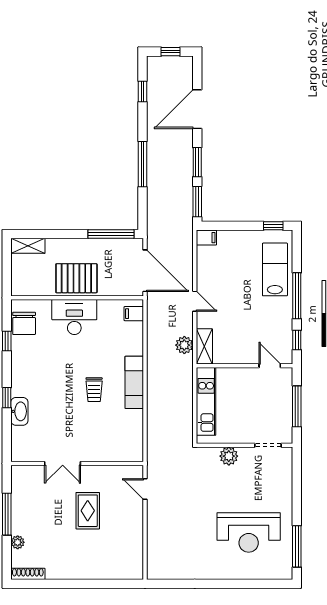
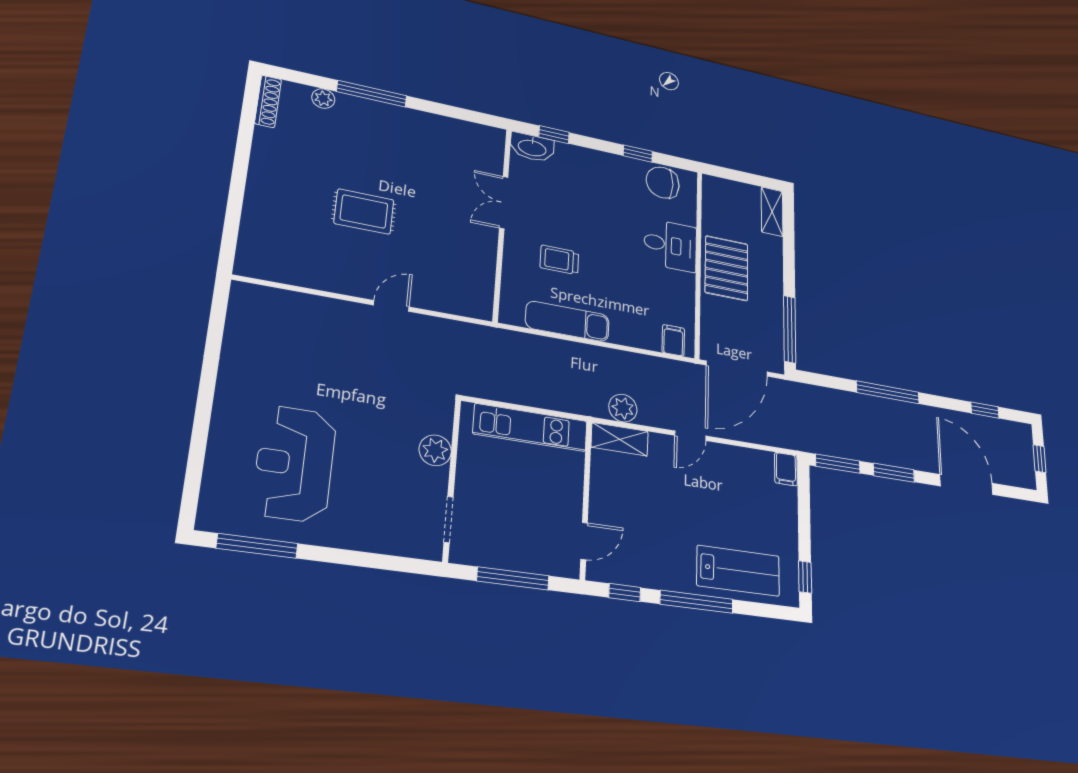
desk: (74, 317) -> (670, 245), width x0.73
double door: (63, 464) -> (504, 203), moved
wall: (77, 464) -> (502, 224), moved

